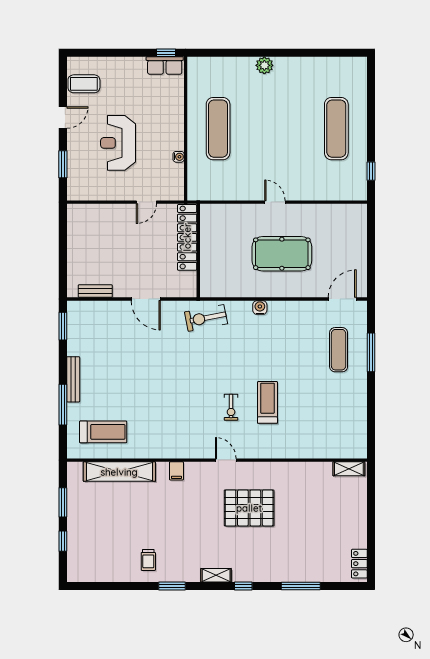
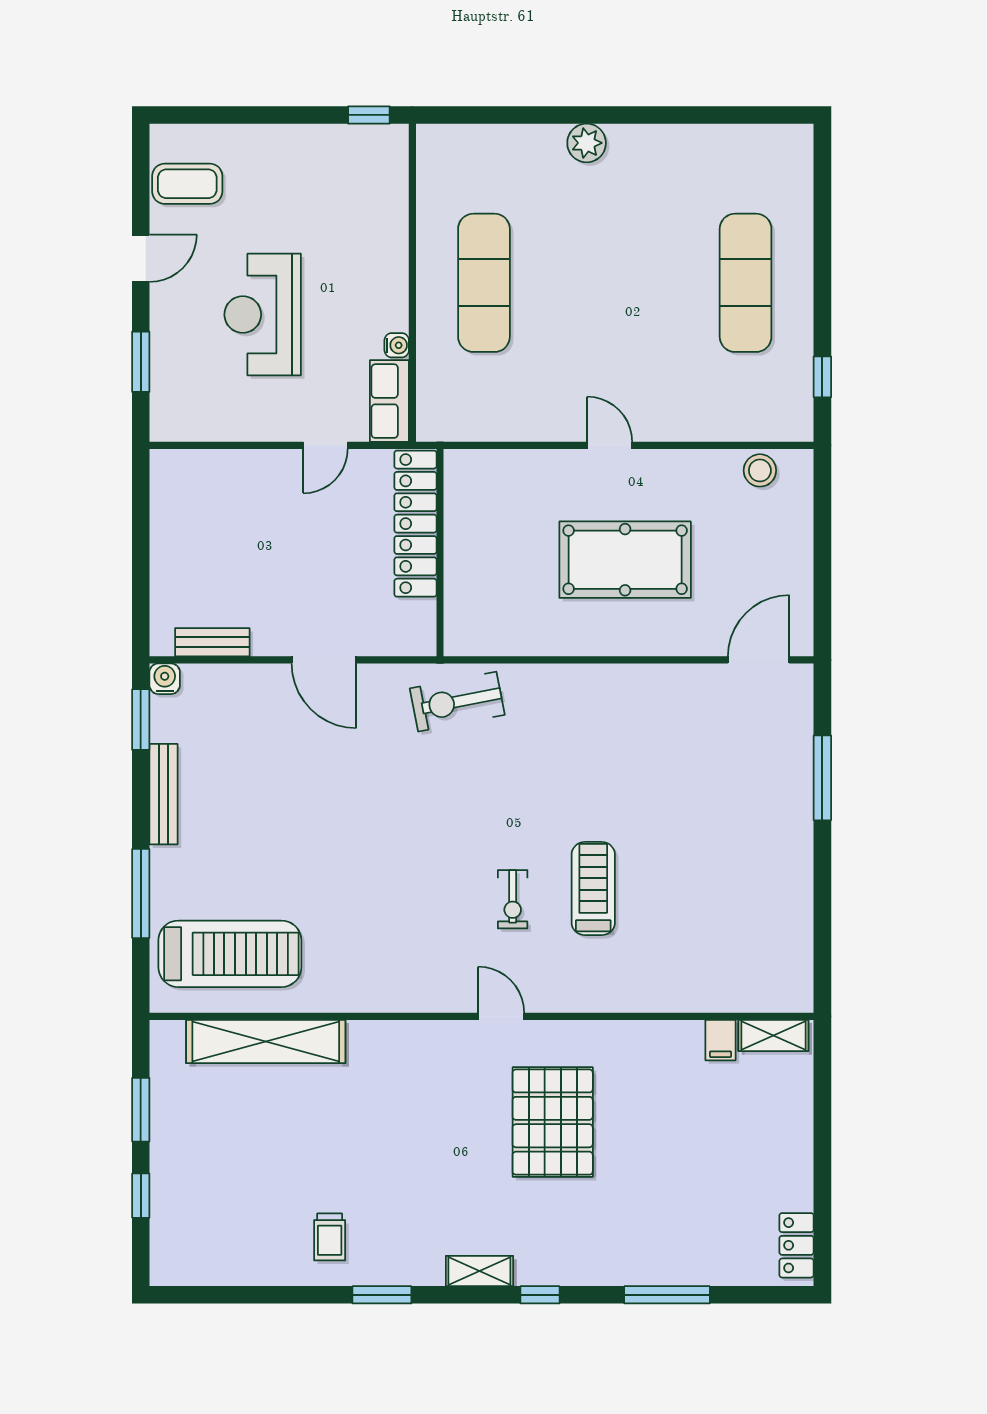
row of seats: (165, 65) -> (389, 401), moved, turned 90
stool: (343, 213) -> (760, 470), added
water cooler: (260, 308) -> (165, 679), moved
exercise mat: (339, 350) -> (751, 772), removed
bench: (73, 379) -> (163, 794), moved
treadmill: (103, 432) -> (230, 954), width x1.37, depth x1.38
filing cabinet: (176, 471) -> (721, 1040), moved
pallet: (249, 508) -> (553, 1122), turned 90

